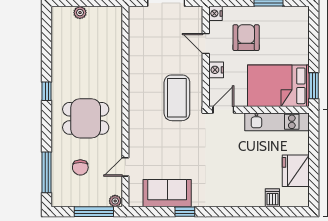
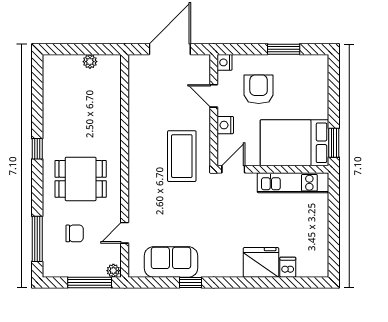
plant: (80, 13) -> (90, 62), moved
chair: (80, 167) -> (75, 233), turned -90
fridge: (296, 171) -> (261, 262), moved, turned 90

